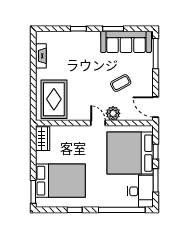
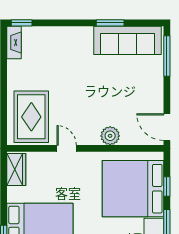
window: (78, 29) -> (22, 23), moved
fireplace: (41, 56) -> (14, 42), moved
coffee table: (121, 83) -> (120, 95), removed
door: (98, 123) -> (67, 148), moved

